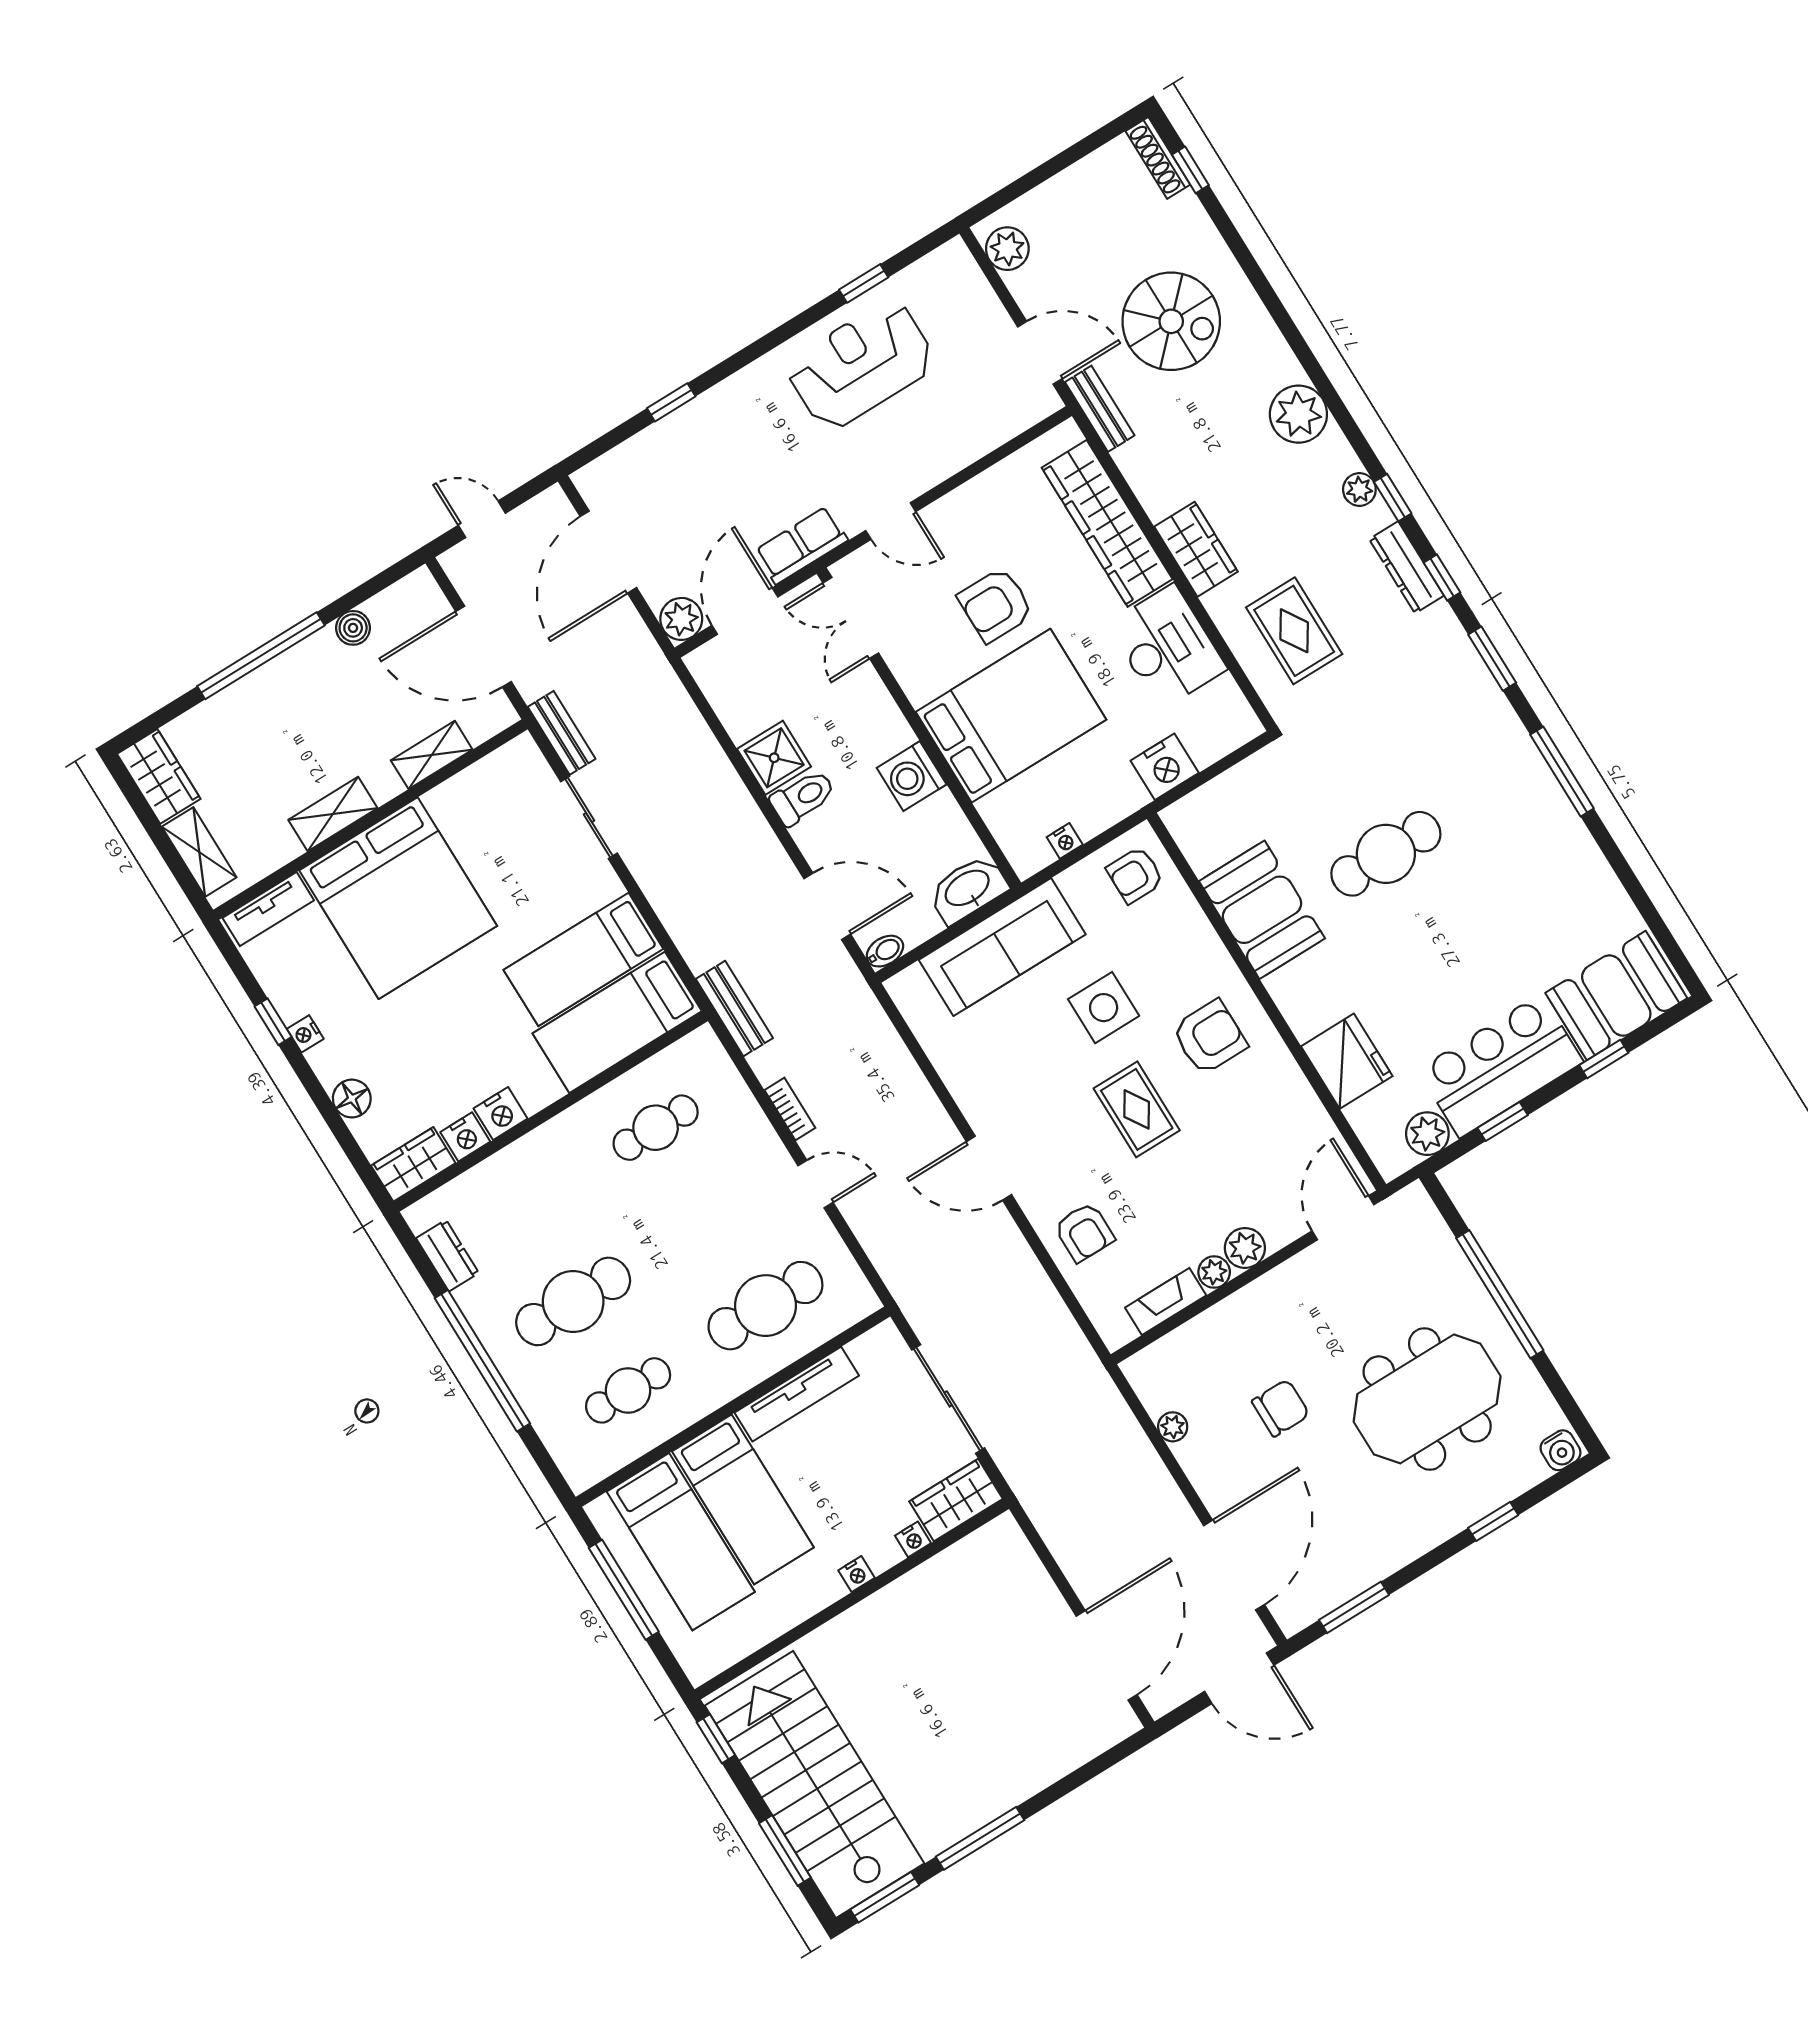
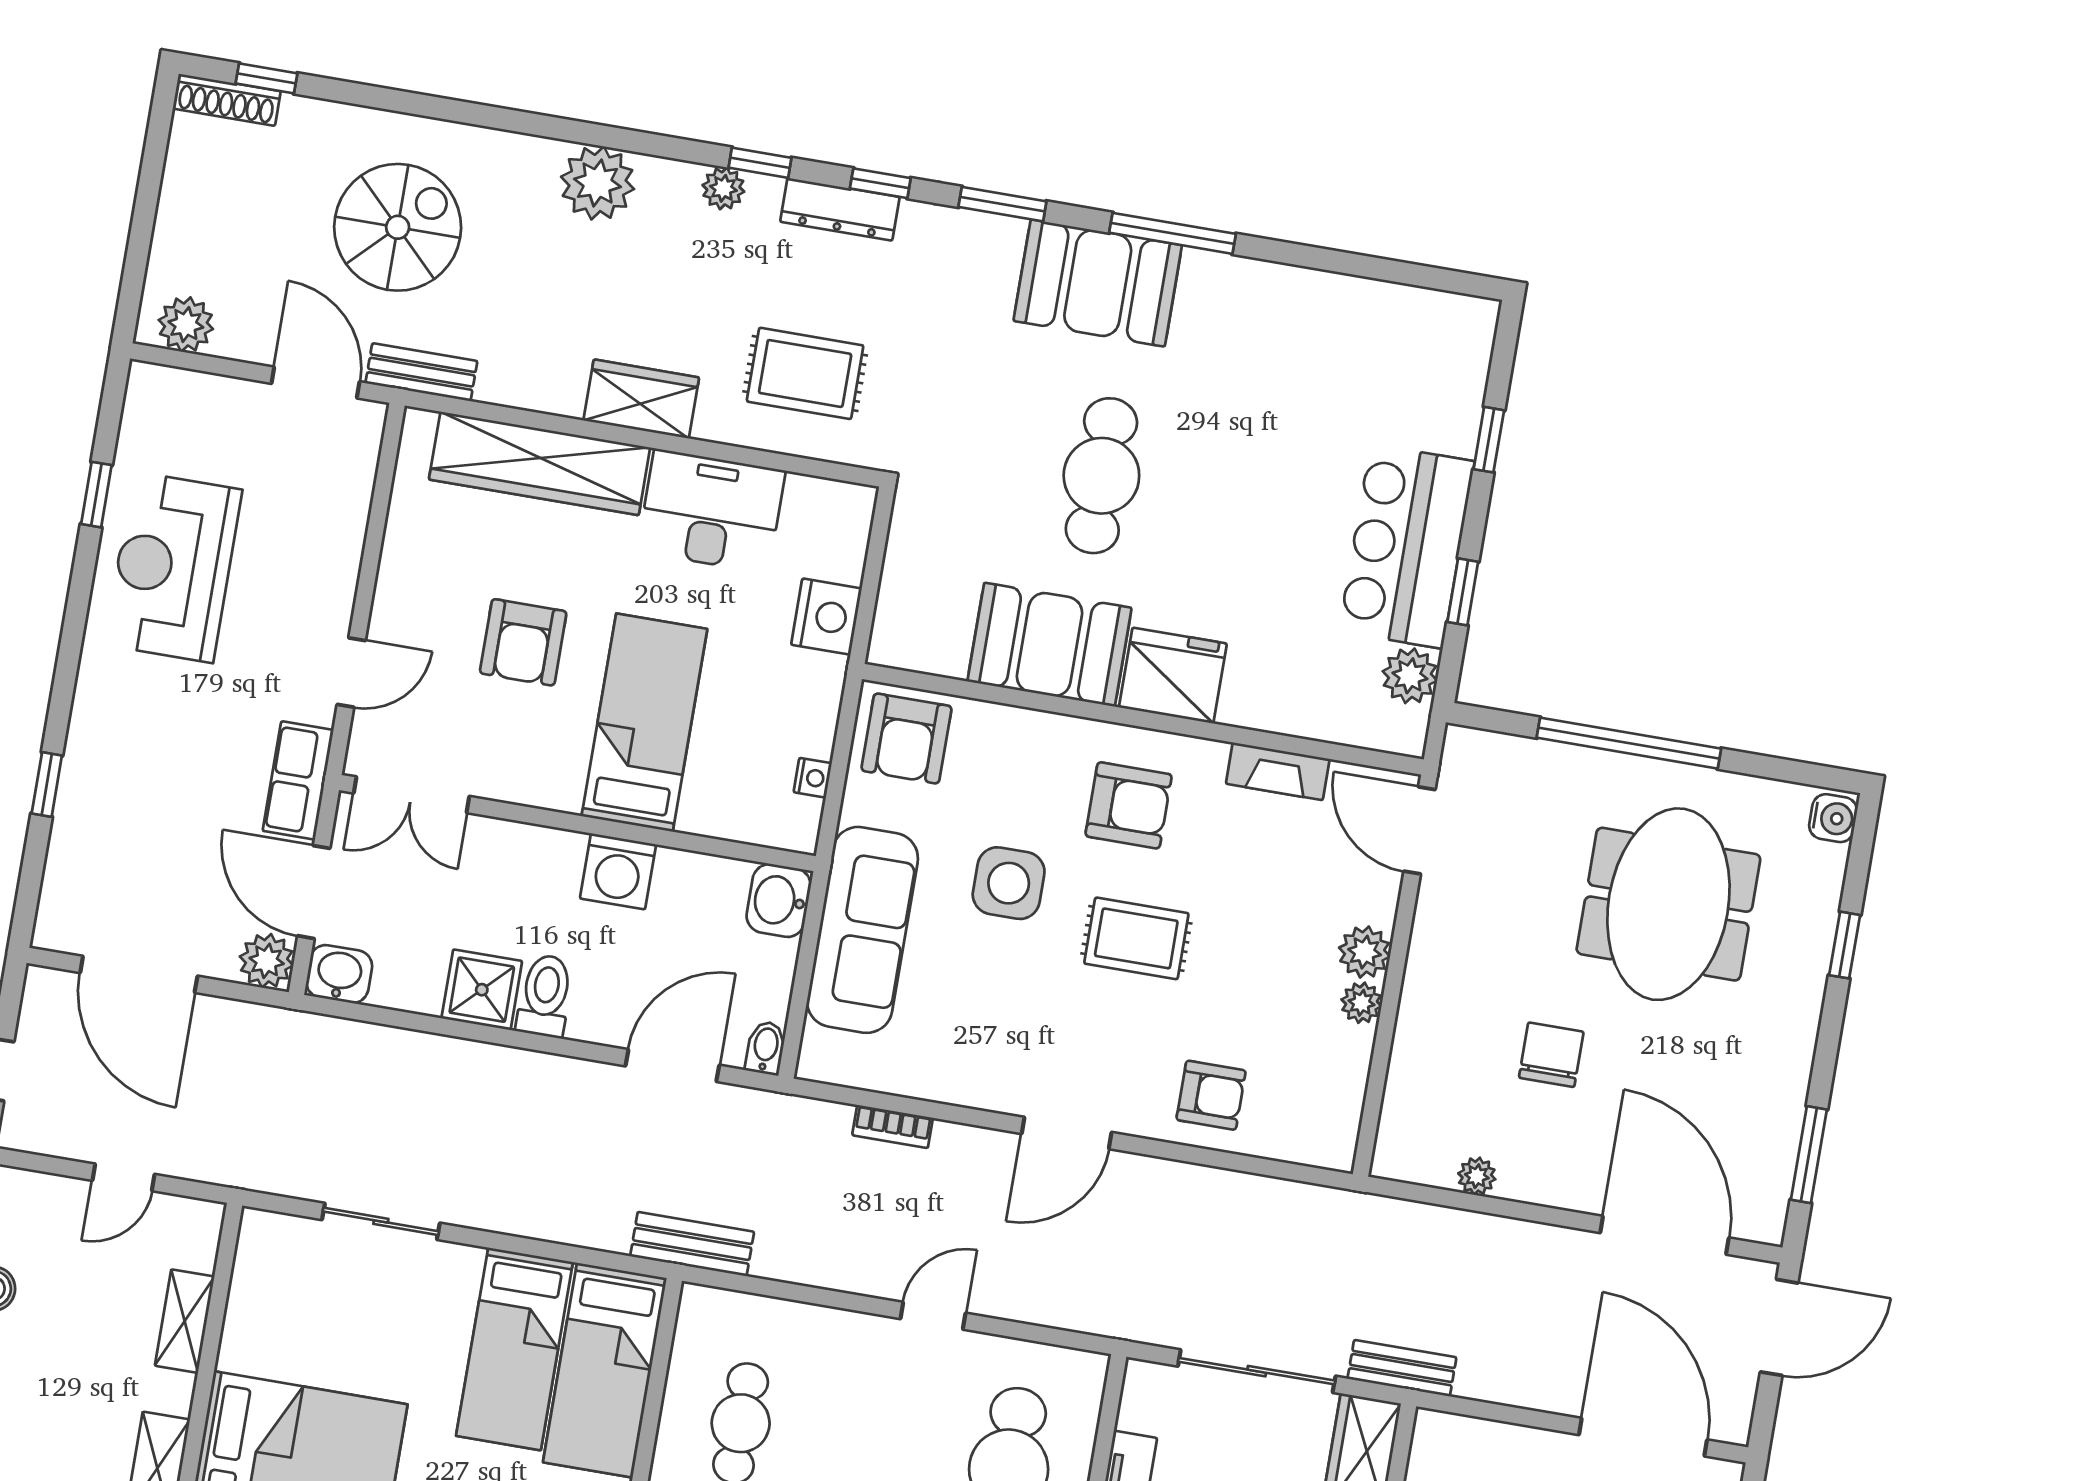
door: (1040, 353) -> (315, 382), hinge flipped
door: (483, 647) -> (123, 1177), width x0.53
washbasin: (711, 668) -> (339, 974), added
bed: (1011, 716) -> (644, 722), width x0.67
bench: (562, 733) -> (1402, 1368), moved
armchair: (1135, 875) -> (906, 738), width x1.38, depth x1.38
washbasin: (968, 889) -> (779, 900), width x0.72
booth: (1616, 996) -> (1098, 283), moved, turned 90
armchair: (1209, 1037) -> (1129, 805), turned 90
fridge: (1347, 1061) -> (1173, 675), moved
bookcase: (790, 1109) -> (893, 1127), moved, turned 180
fireplace: (1166, 1301) -> (1278, 771), moved, turned -90

